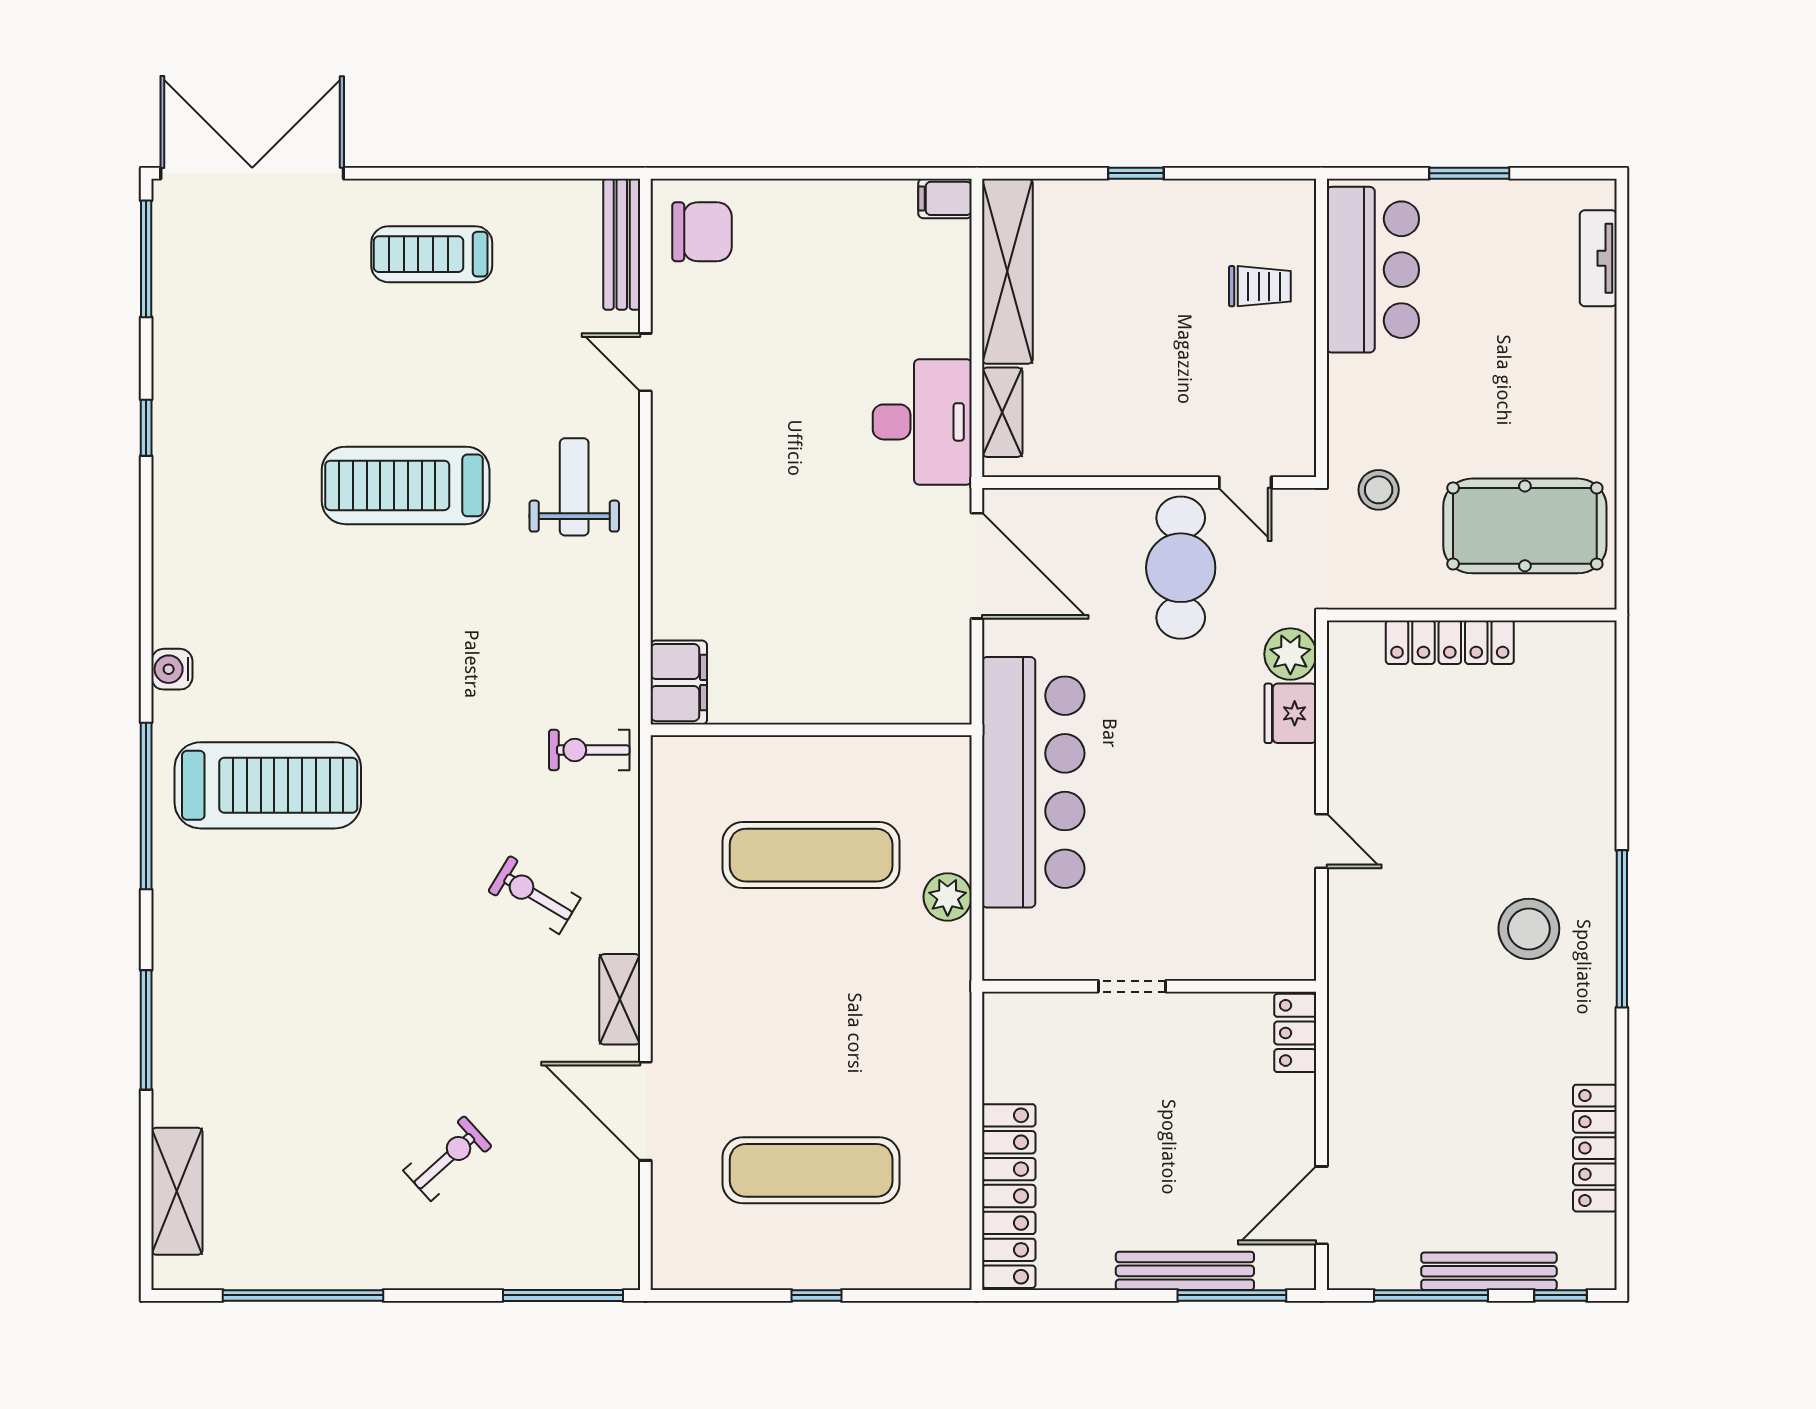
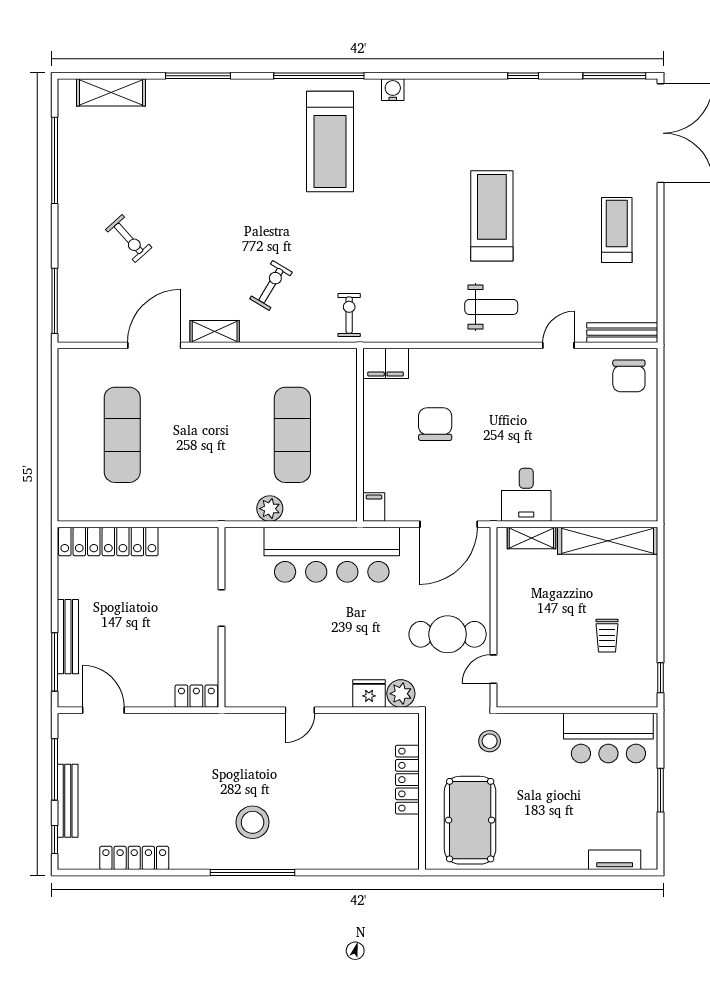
window: (1136, 173) -> (661, 678), moved
filing cabinet: (945, 198) -> (374, 507), moved
trolley: (1260, 286) -> (607, 636), moved
desk: (922, 422) -> (526, 495), width x0.73
chair: (791, 591) -> (435, 424), added
window: (816, 1295) -> (55, 438), removed

